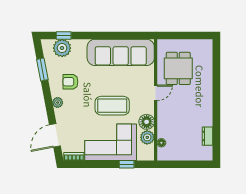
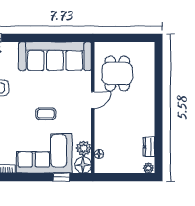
coffee table: (112, 106) -> (46, 114), width x0.54, depth x0.58
floor lamp: (147, 122) -> (83, 165), moved
plant: (207, 156) -> (148, 168), added

